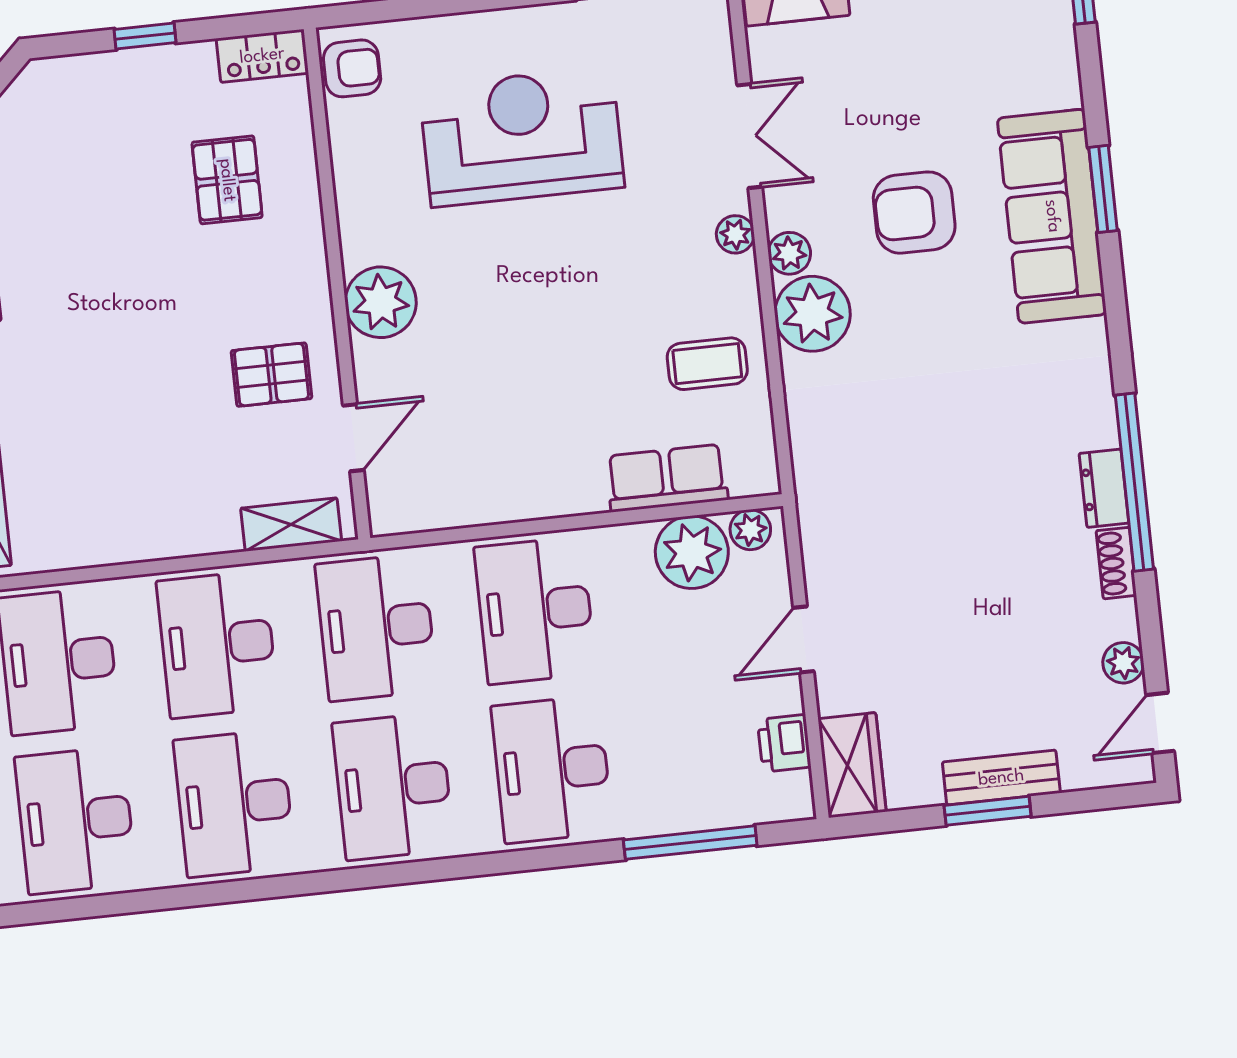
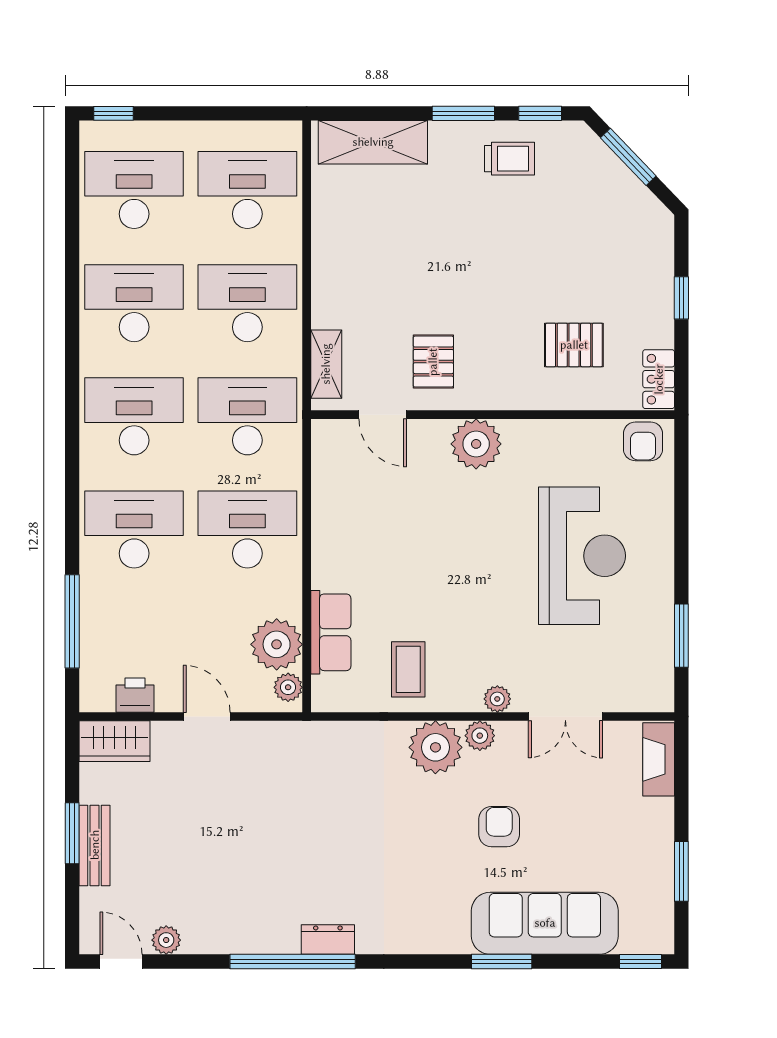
armchair: (914, 213) -> (499, 827), width x0.72, depth x0.72
sofa: (1052, 216) -> (545, 923), moved
dresser: (1104, 488) -> (328, 940), moved
shoe rack: (1116, 563) -> (237, 943), removed

